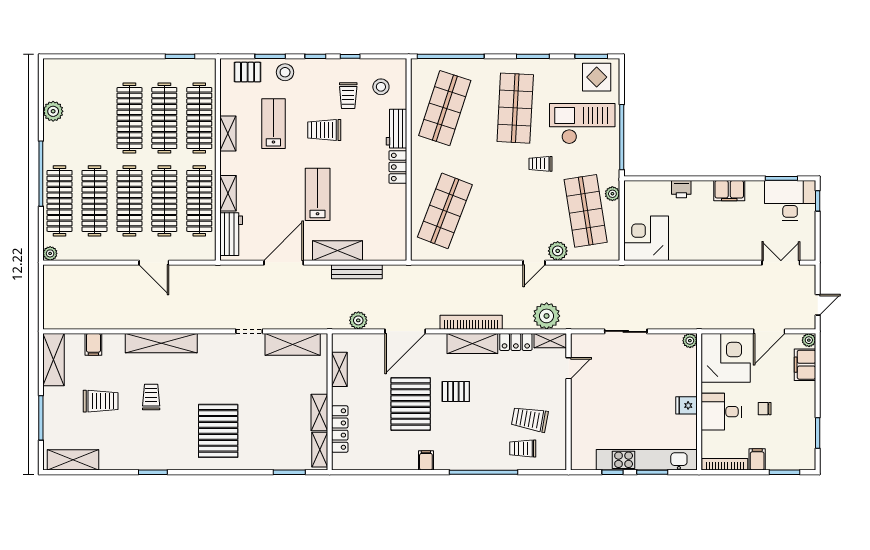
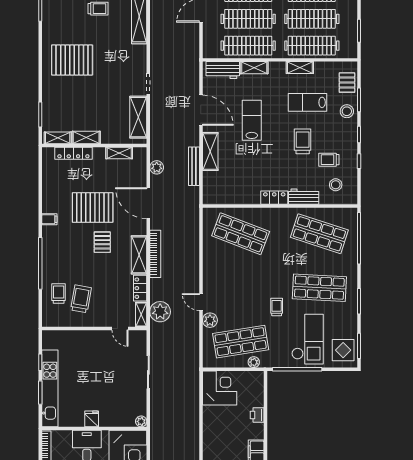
lab bench: (273, 124) -> (308, 102), turned 180
lab bench: (318, 194) -> (252, 120), moved, turned -90

